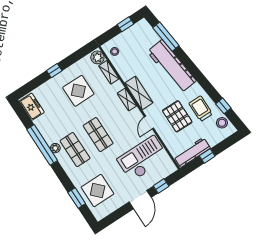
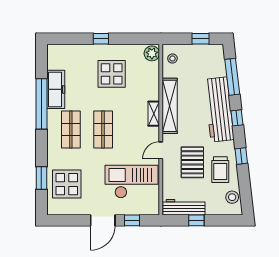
window: (188, 64) -> (237, 118), added
shelving: (109, 72) -> (154, 75), removed
shelving: (139, 93) -> (170, 106), width x1.47
window: (223, 106) -> (241, 156), moved
freezer: (32, 107) -> (56, 89), moved, width x1.40
trolley: (201, 109) -> (220, 170), turned 180
plant: (55, 148) -> (52, 115), removed

